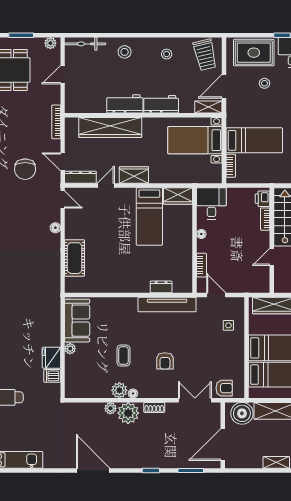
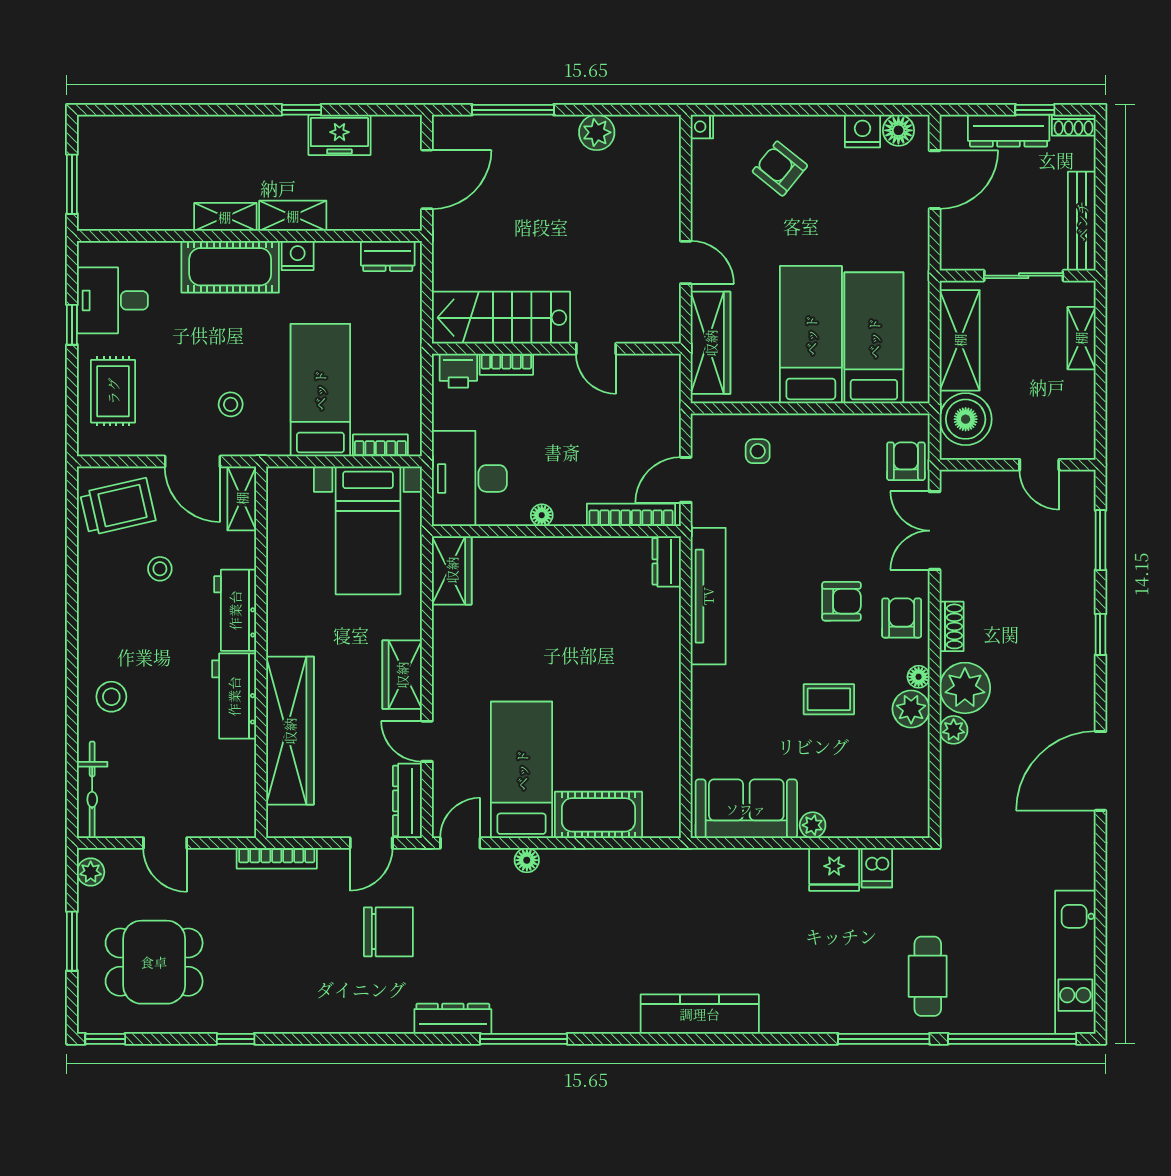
rug: (254, 53) -> (113, 391), width x0.73, depth x0.70
stool: (167, 54) -> (160, 569), moved
stool: (264, 83) -> (231, 404), moved
bed with nightstands: (195, 140) -> (368, 530), moved
desk: (211, 203) -> (469, 478), width x1.37
bed: (149, 216) -> (522, 770), moved, turned -90
bookcase: (201, 265) -> (631, 515), width x1.56
dresser: (161, 287) -> (667, 561), moved
armchair: (158, 386) -> (902, 618), added
door: (223, 445) -> (1039, 465), width x0.53

